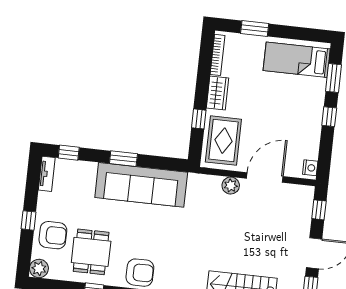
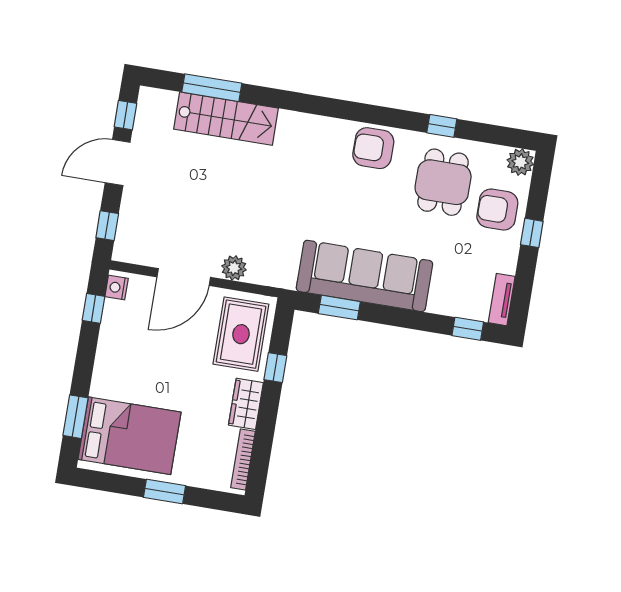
window: (255, 28) -> (164, 492), moved
bed: (297, 60) -> (129, 436), width x1.50
window: (329, 117) -> (93, 308), moved
window: (123, 159) -> (339, 308), moved

